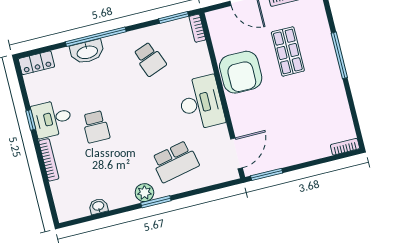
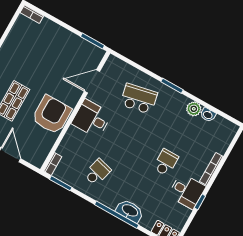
school desk: (150, 59) -> (97, 172), turned 36
desk: (201, 103) -> (92, 119), width x0.73
door: (237, 153) -> (92, 81), moved
plant: (144, 193) -> (194, 109), moved

